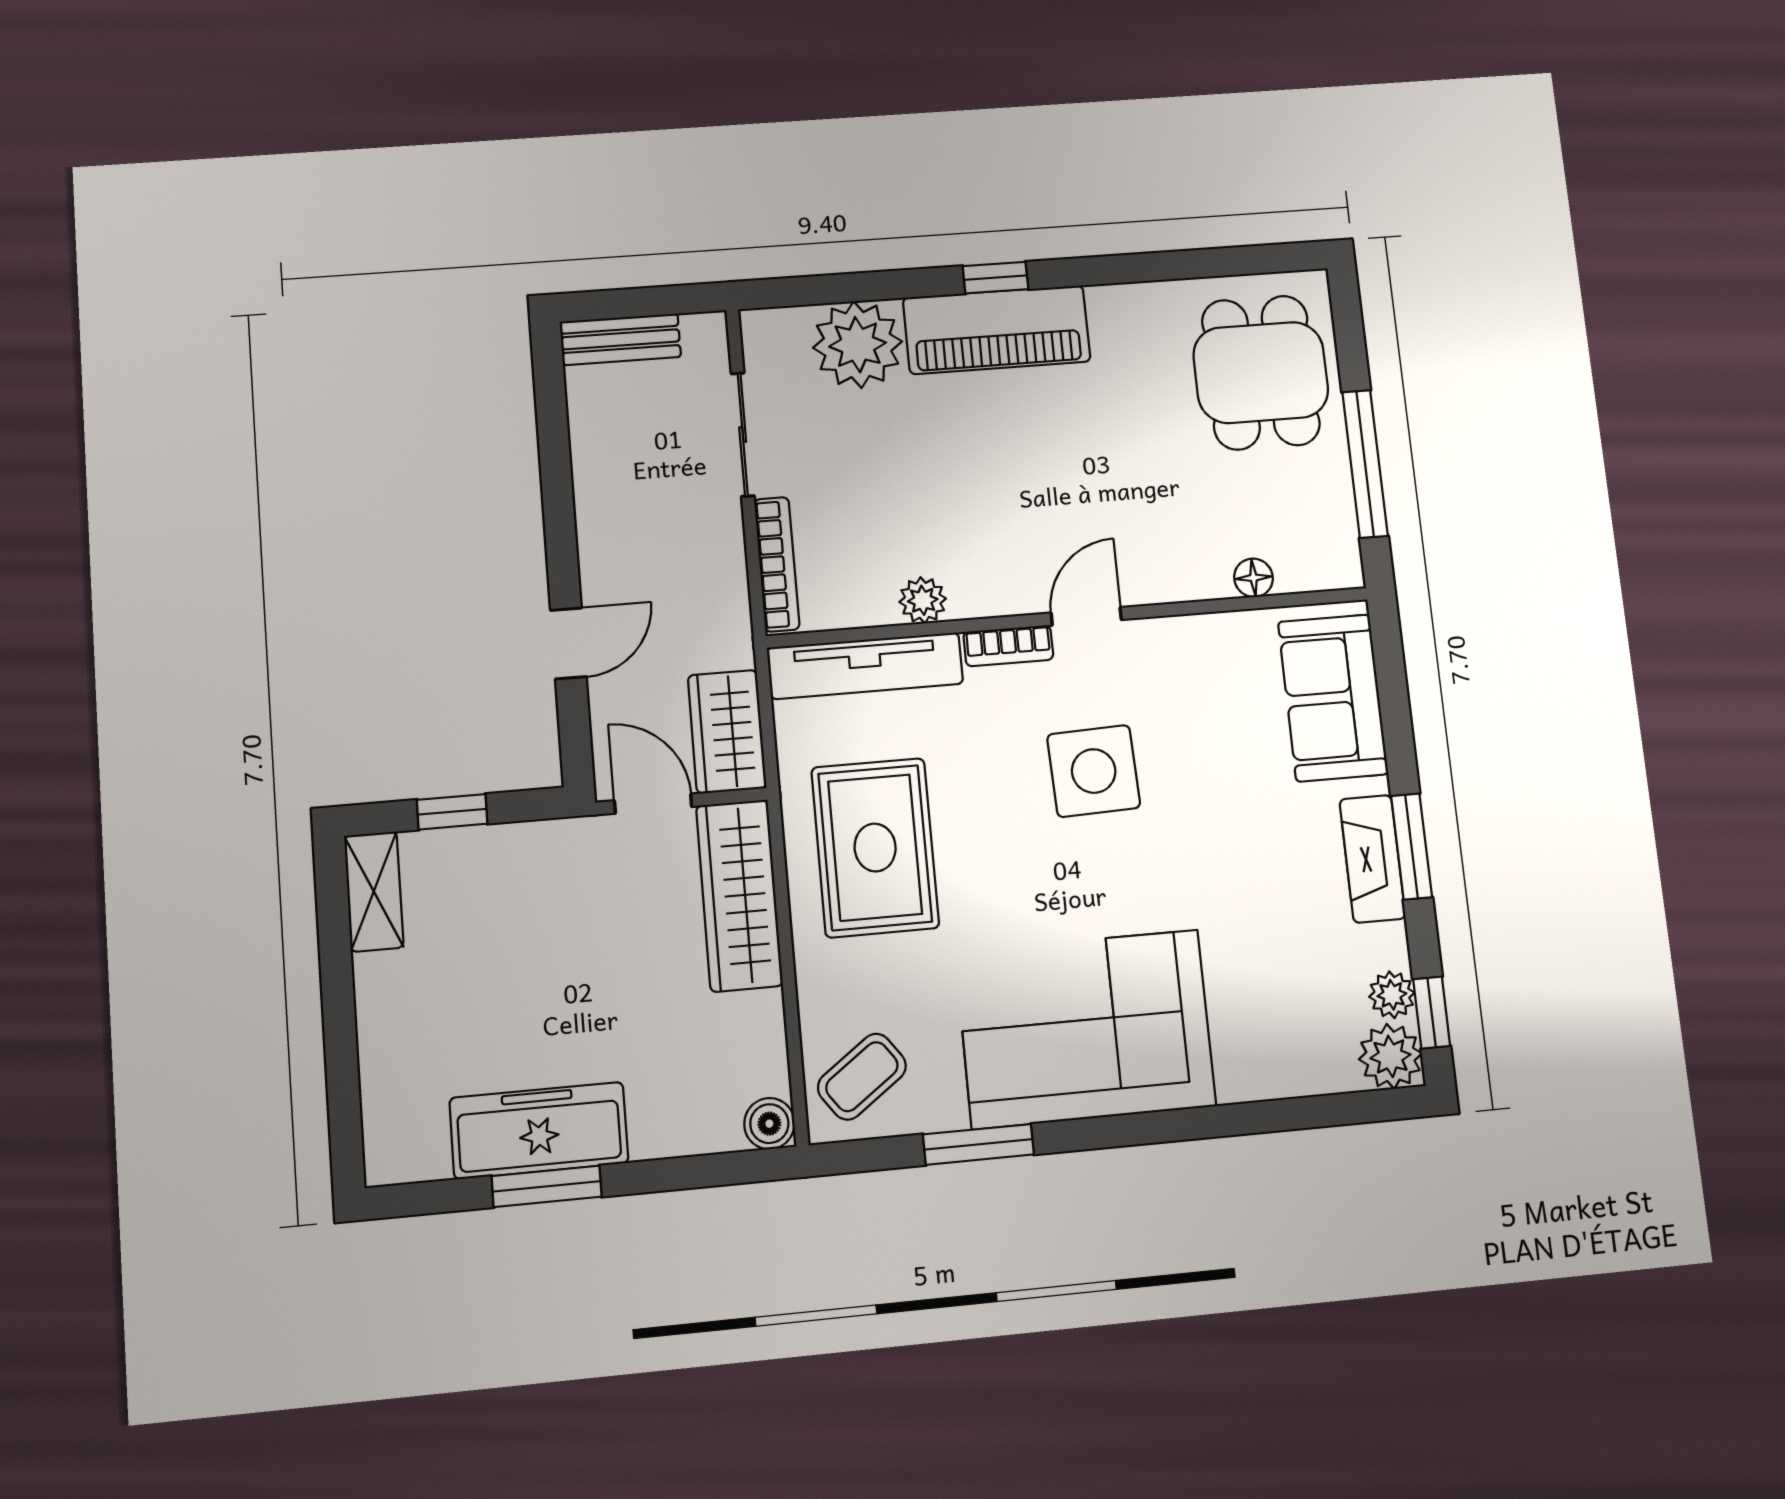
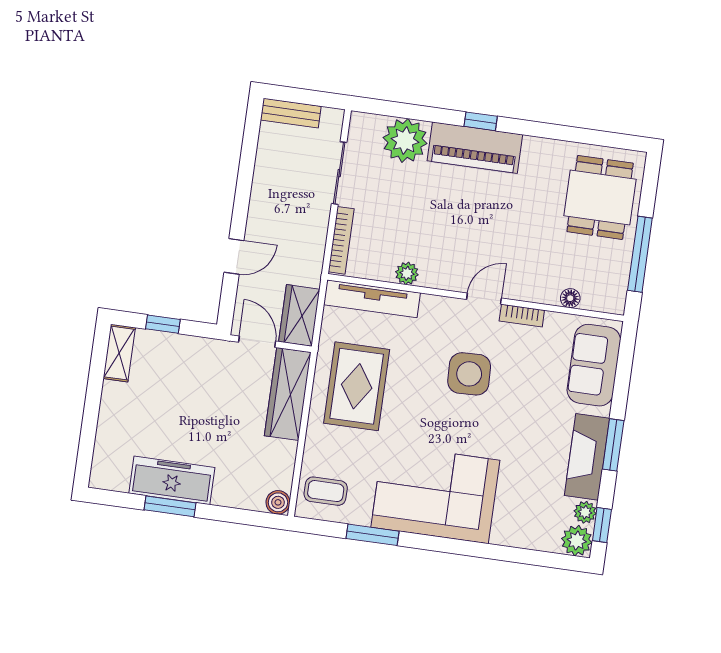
bookcase: (1008, 646) -> (522, 316), moved
fireplace: (1372, 859) -> (587, 457), width x1.37, depth x1.32
coffee table: (862, 1077) -> (326, 491), turned 36

